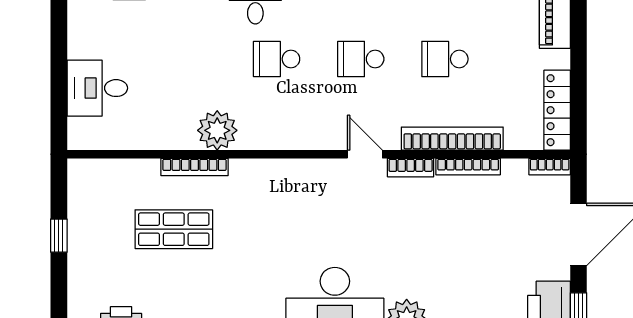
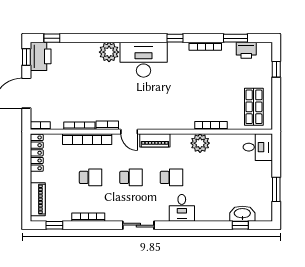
window: (59, 34) -> (276, 189), added
desk: (97, 88) -> (258, 147), moved
piano: (311, 136) -> (155, 140), added
shop shelf: (174, 229) -> (254, 107), moved, turned 90
window: (59, 236) -> (276, 69), moved

